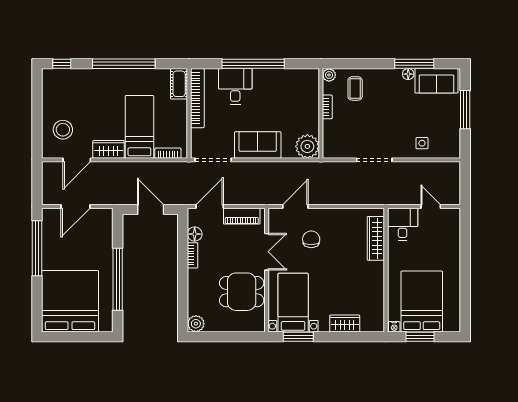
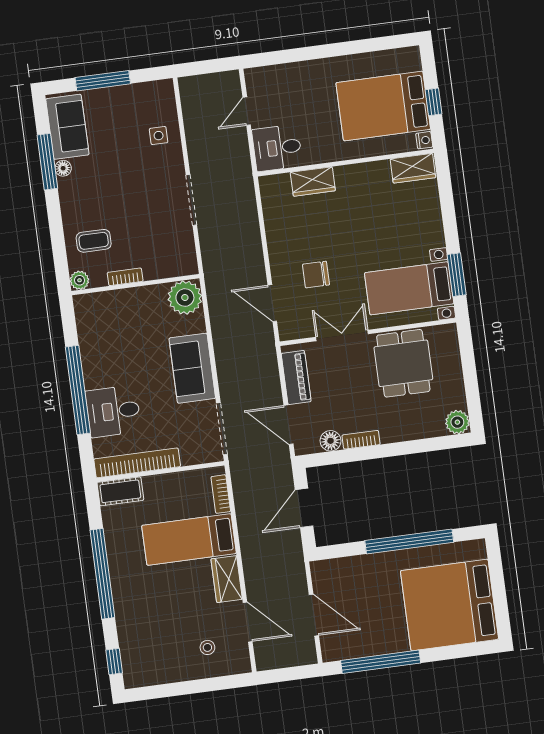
stool: (63, 130) -> (207, 647), width x0.53, depth x0.53
wardrobe: (376, 238) -> (313, 182), width x0.67
wardrobe: (345, 323) -> (413, 168), moved, turned -90
window: (420, 337) -> (434, 102), width x0.67

